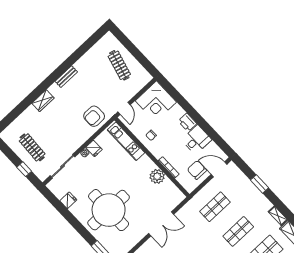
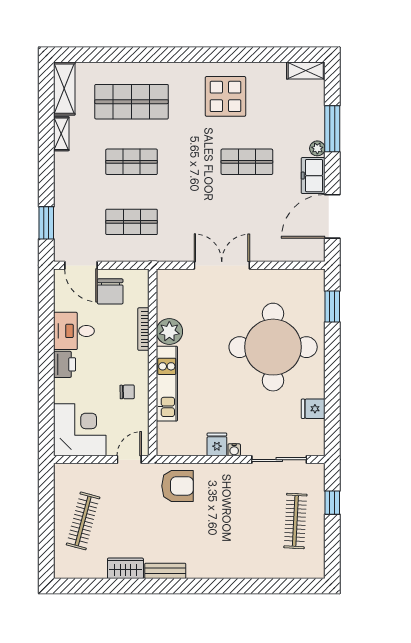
wardrobe: (43, 101) -> (125, 568), moved
kitchen unit: (126, 141) -> (167, 384), moved
window: (259, 184) -> (46, 223), moved

